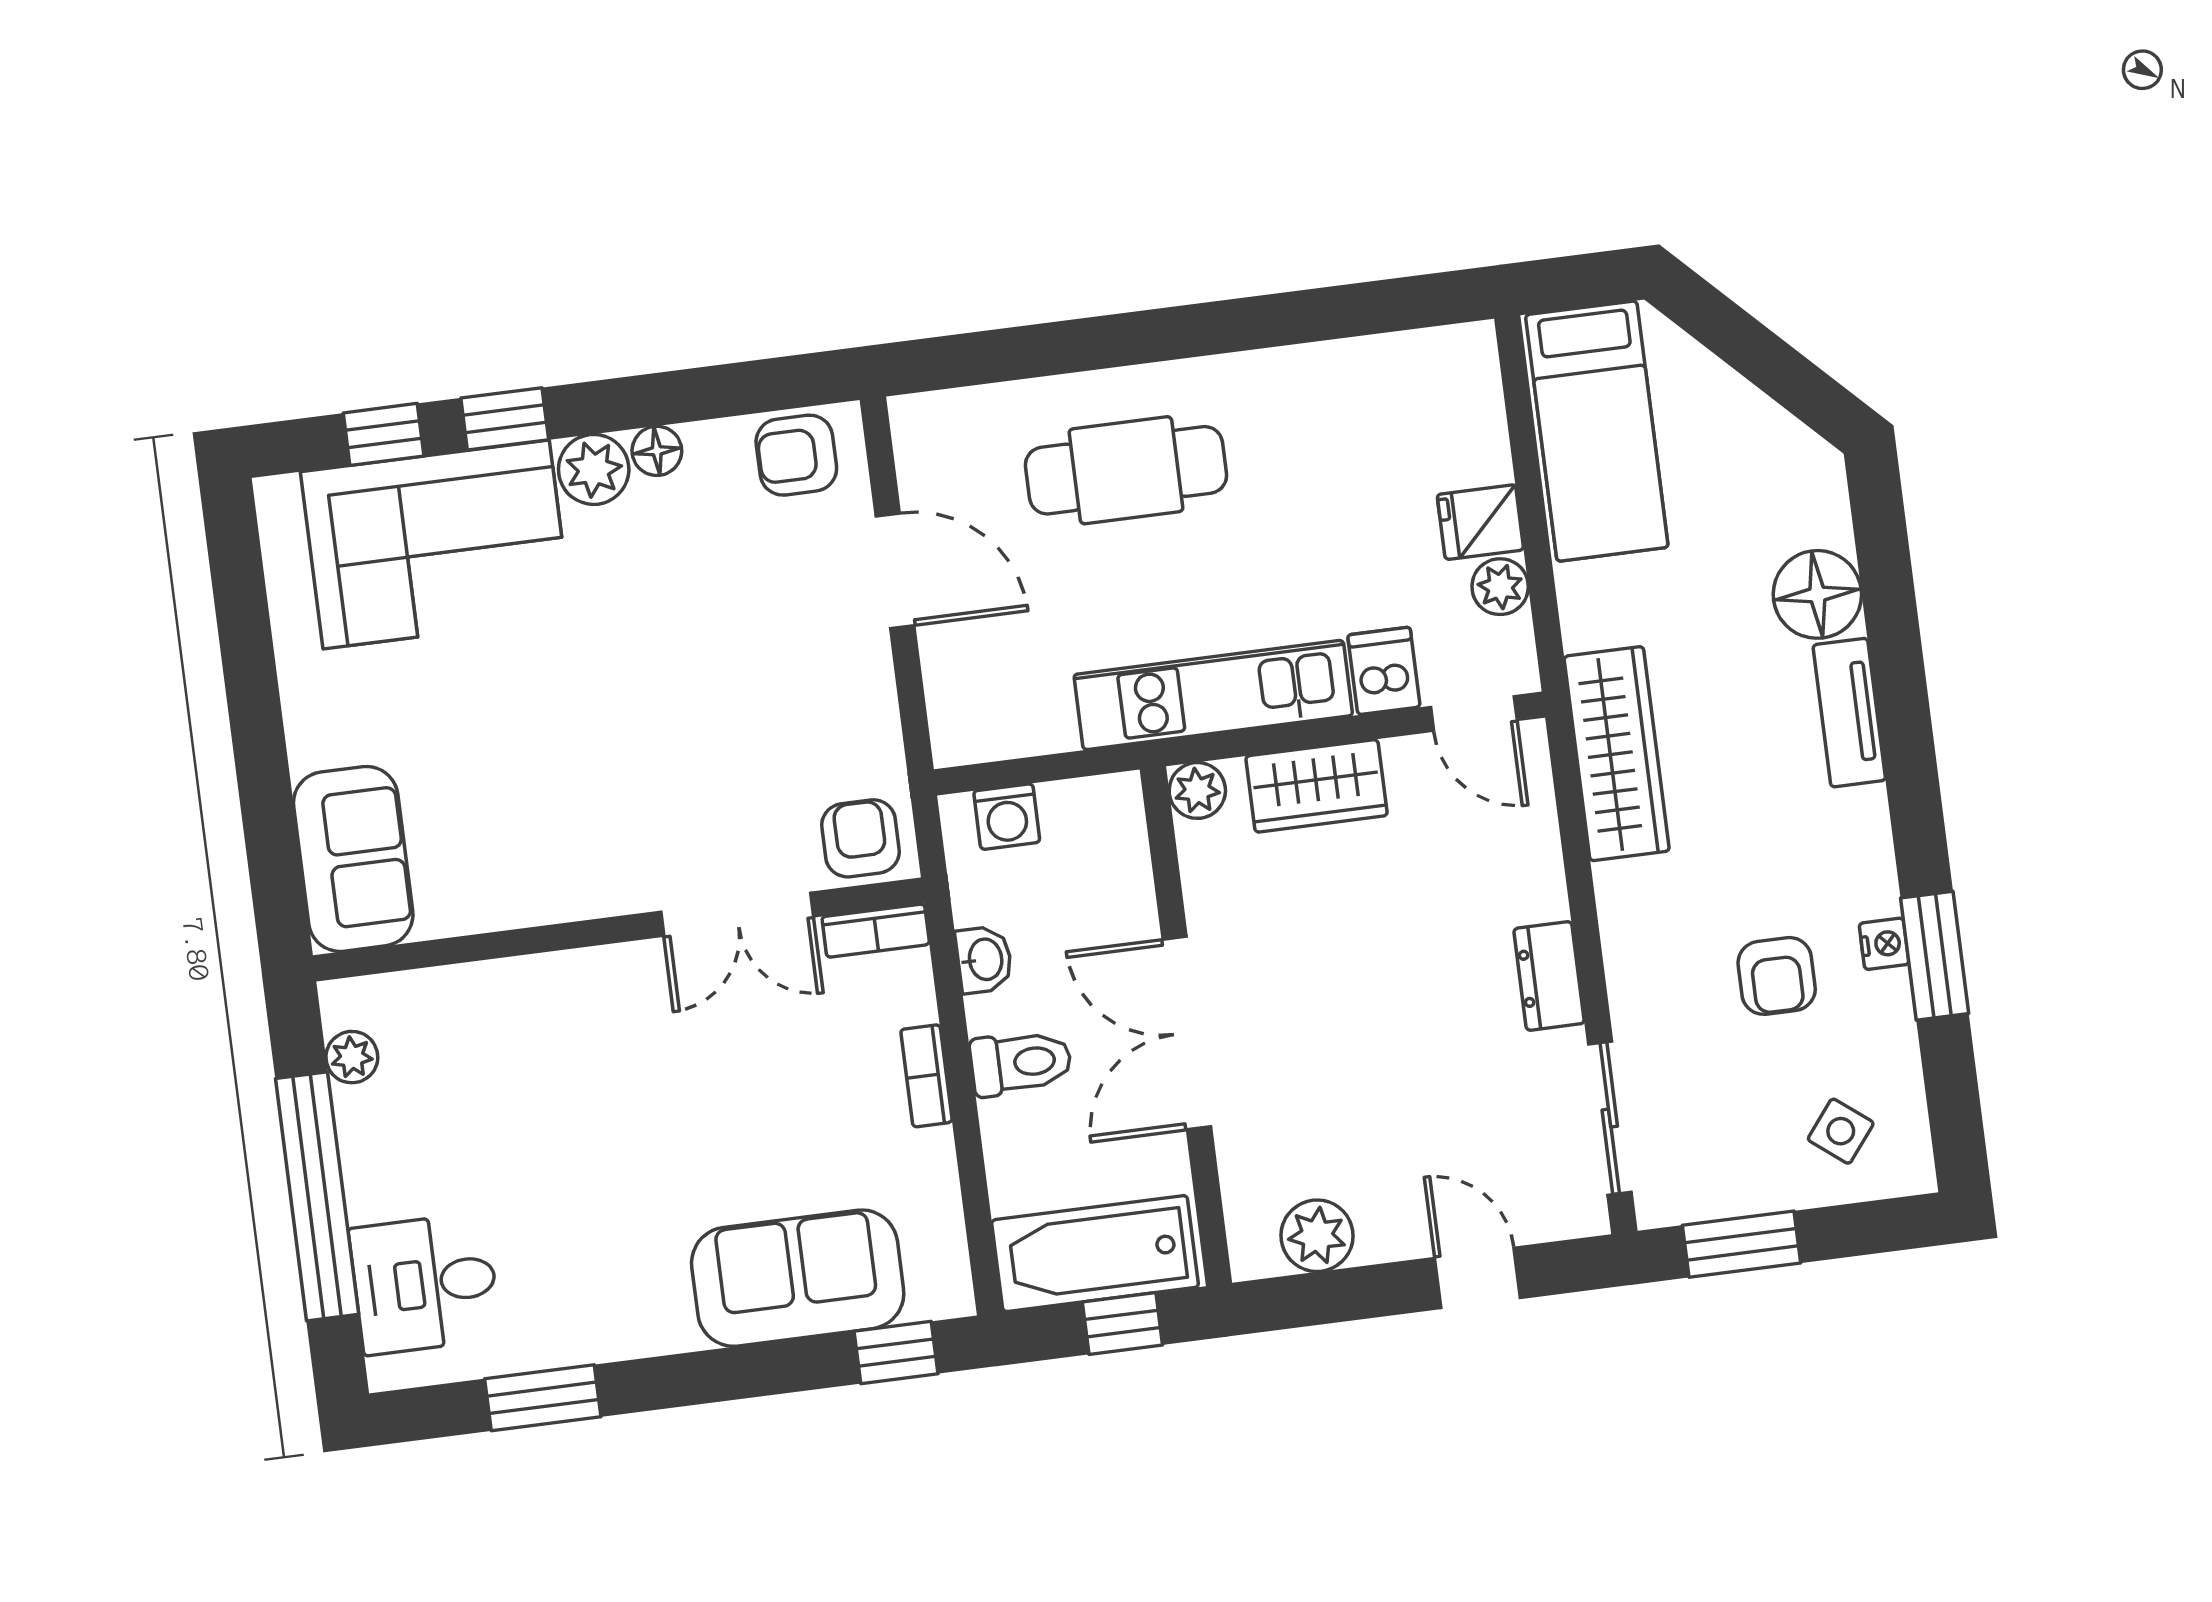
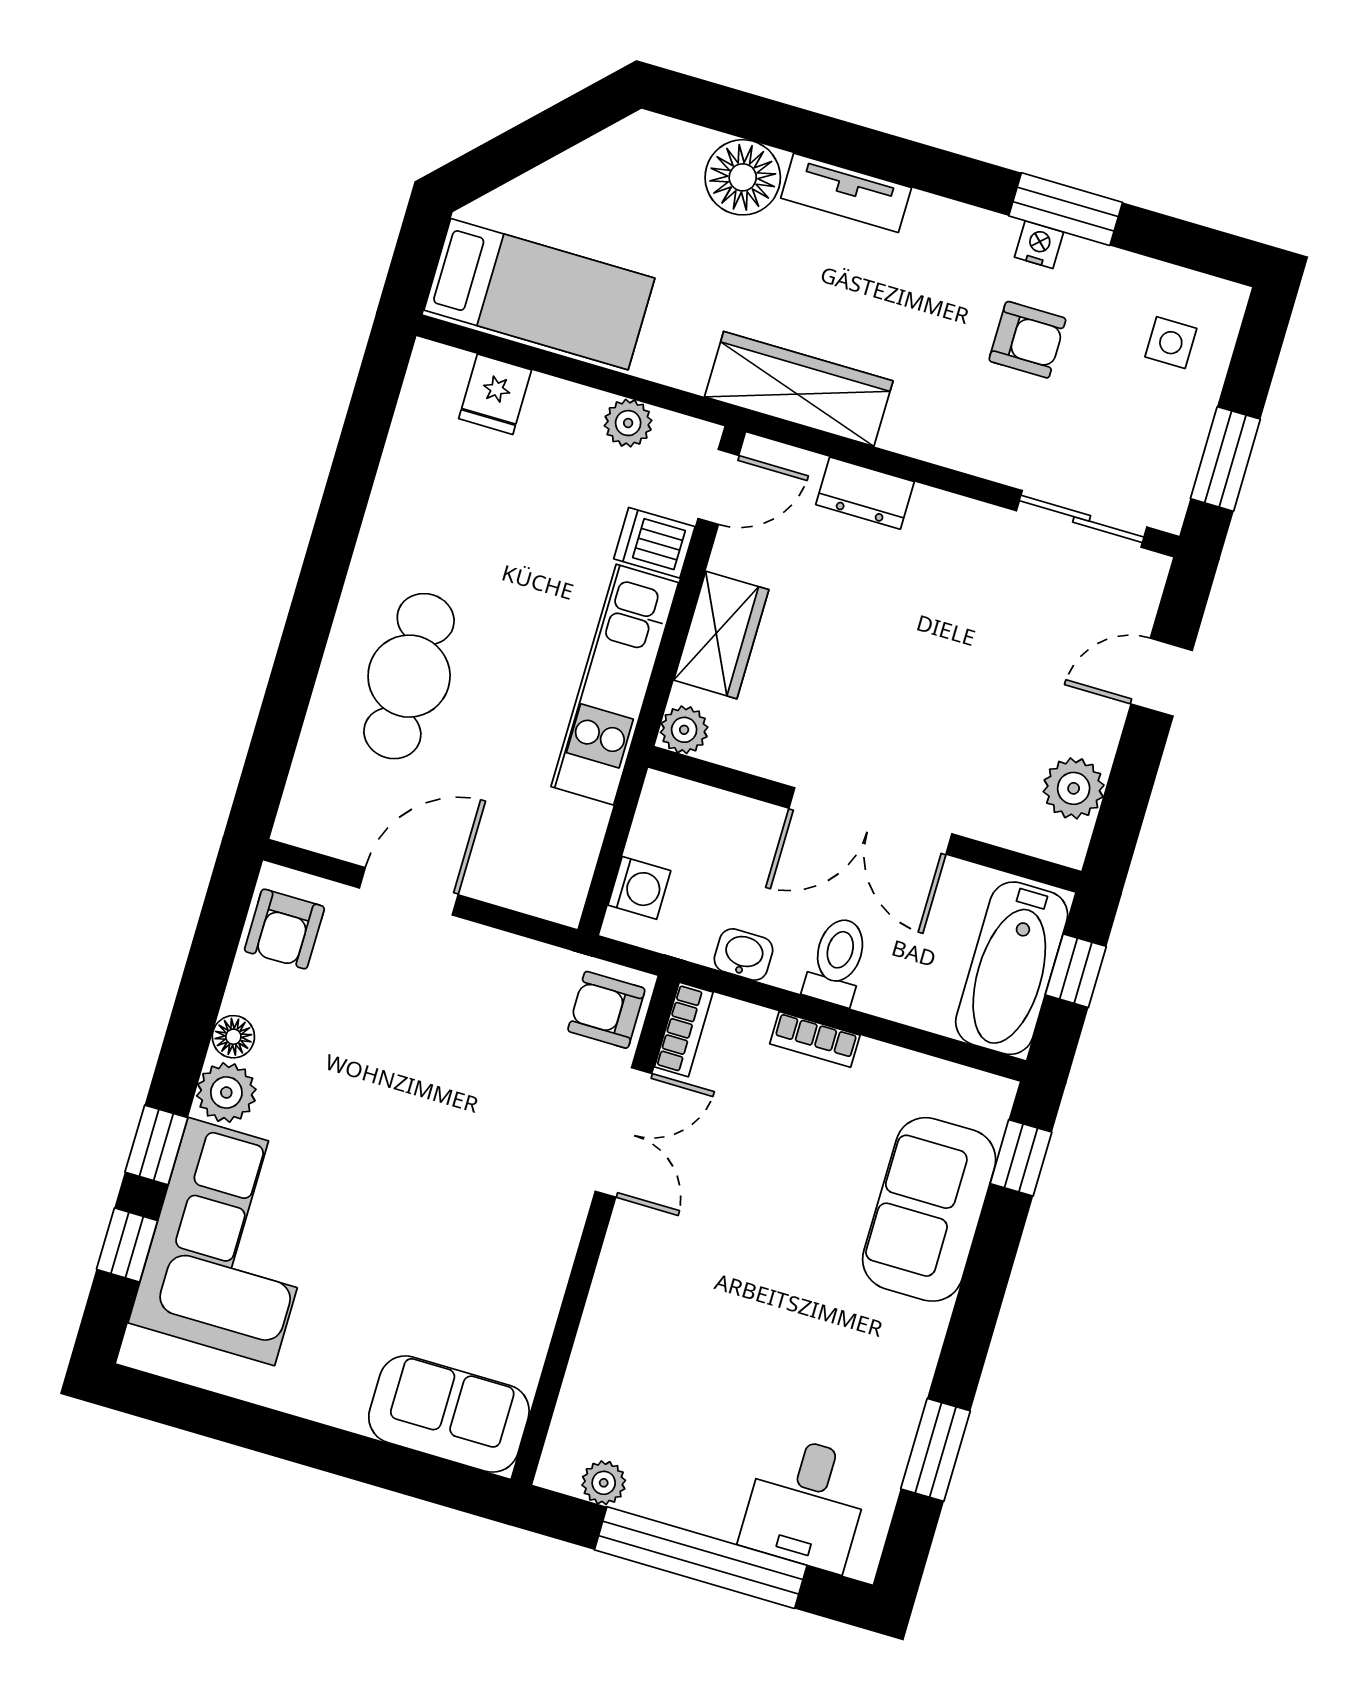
fridge: (1480, 522) -> (495, 394), moved
dresser: (1549, 976) -> (865, 493), moved
side table: (1841, 1131) -> (1171, 343), turned -38

